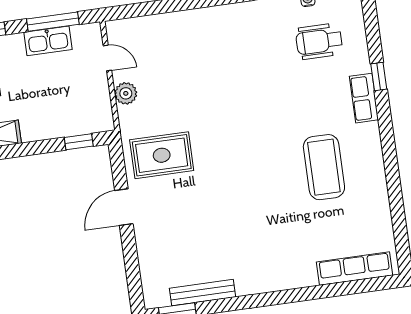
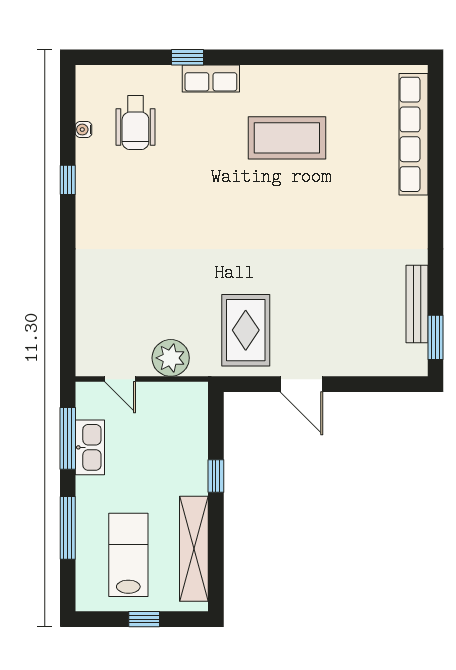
door: (107, 58) -> (120, 379), swing flipped
plant: (126, 93) -> (171, 358), width x1.36, depth x1.36
window: (79, 142) -> (216, 476), moved
row of seats: (355, 269) -> (413, 134), width x1.36

